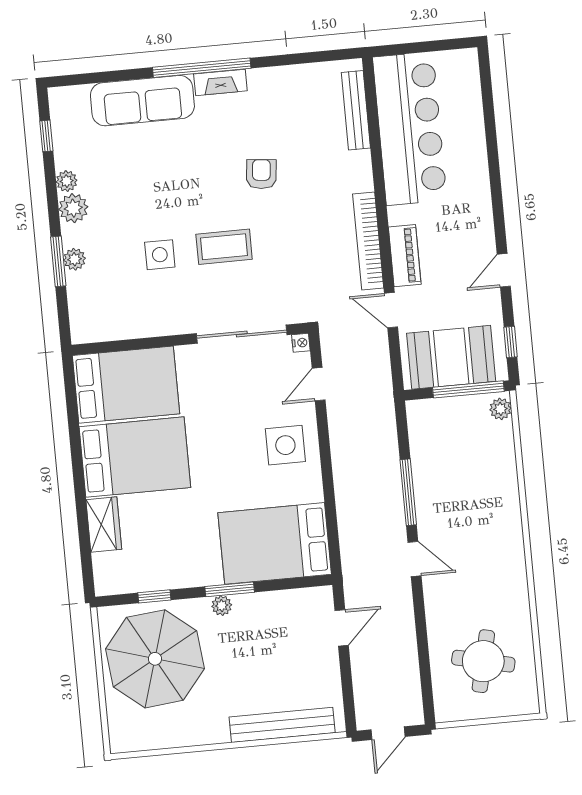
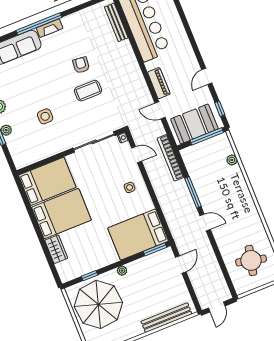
bookcase: (368, 241) -> (171, 158), moved
coffee table: (224, 247) -> (88, 91), moved
door: (319, 384) -> (137, 155), swing flipped
plant: (500, 409) -> (232, 160), moved
side table: (285, 445) -> (130, 187), width x0.54, depth x0.54
window: (230, 589) -> (155, 249), moved

